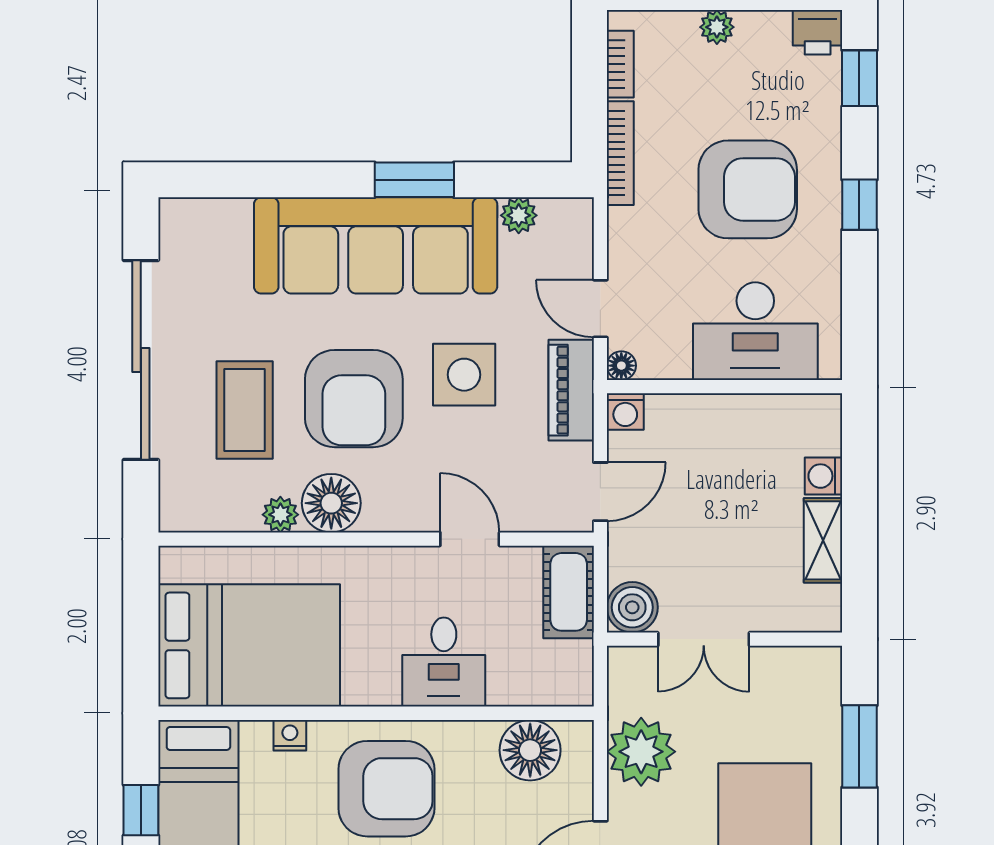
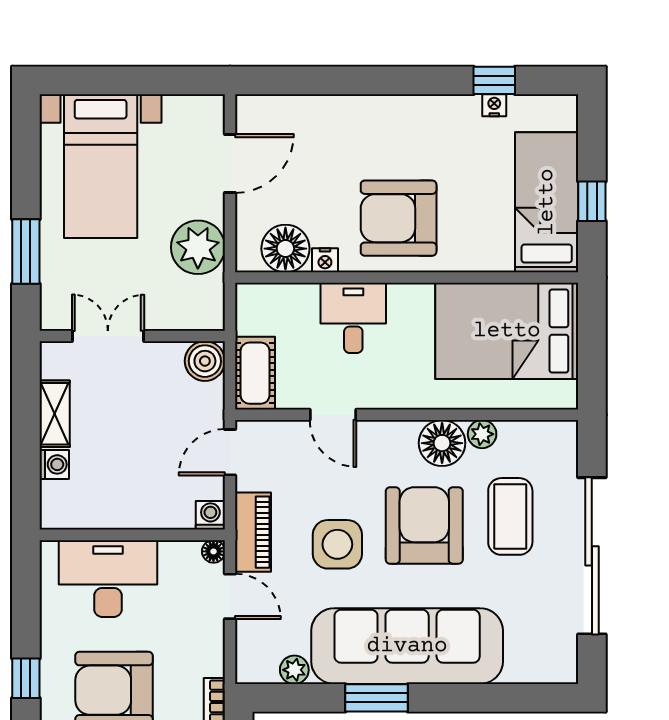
double door: (704, 639) -> (108, 336), moved
nightstand: (290, 735) -> (325, 260), moved

